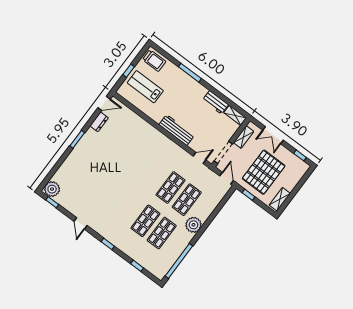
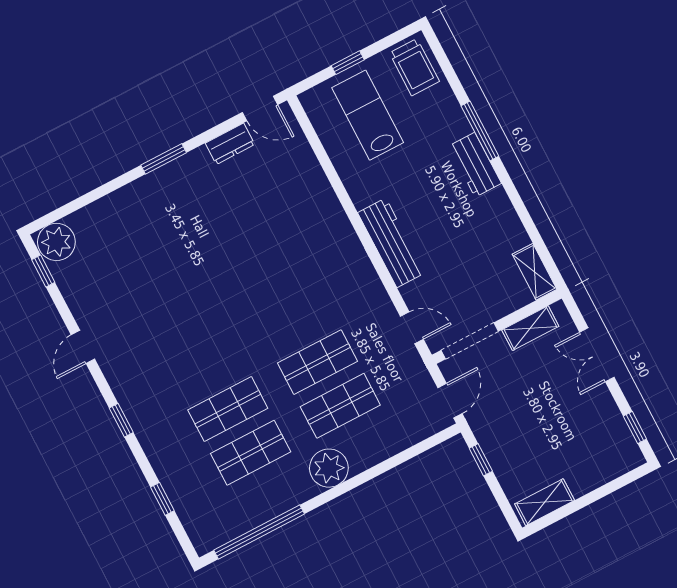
workbench: (216, 102) -> (475, 165), moved
pallet: (264, 172) -> (538, 426), removed

